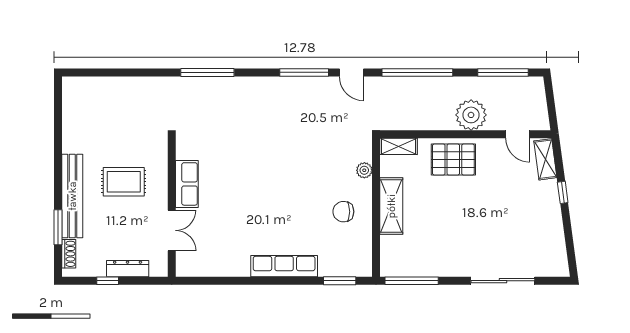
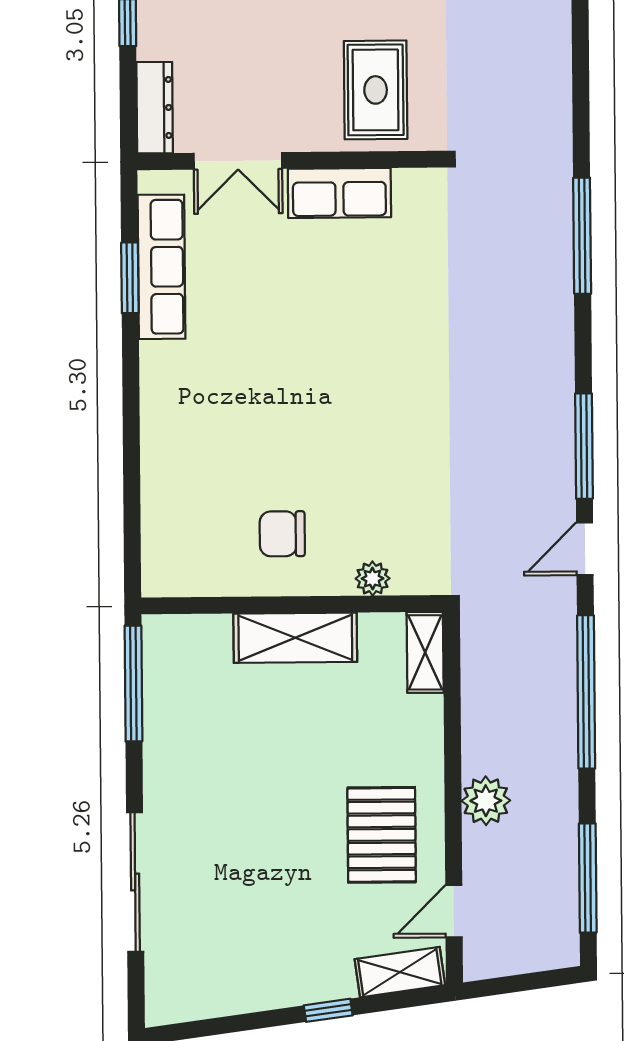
plant: (471, 115) -> (486, 801), width x0.73, depth x0.73
pallet: (453, 159) -> (382, 835), moved
rug: (124, 182) -> (376, 90), moved
chair: (343, 212) -> (282, 534), turned -90
row of seats: (284, 266) -> (161, 267), moved
dresser: (128, 269) -> (155, 108), moved
window: (340, 281) -> (130, 278), moved

